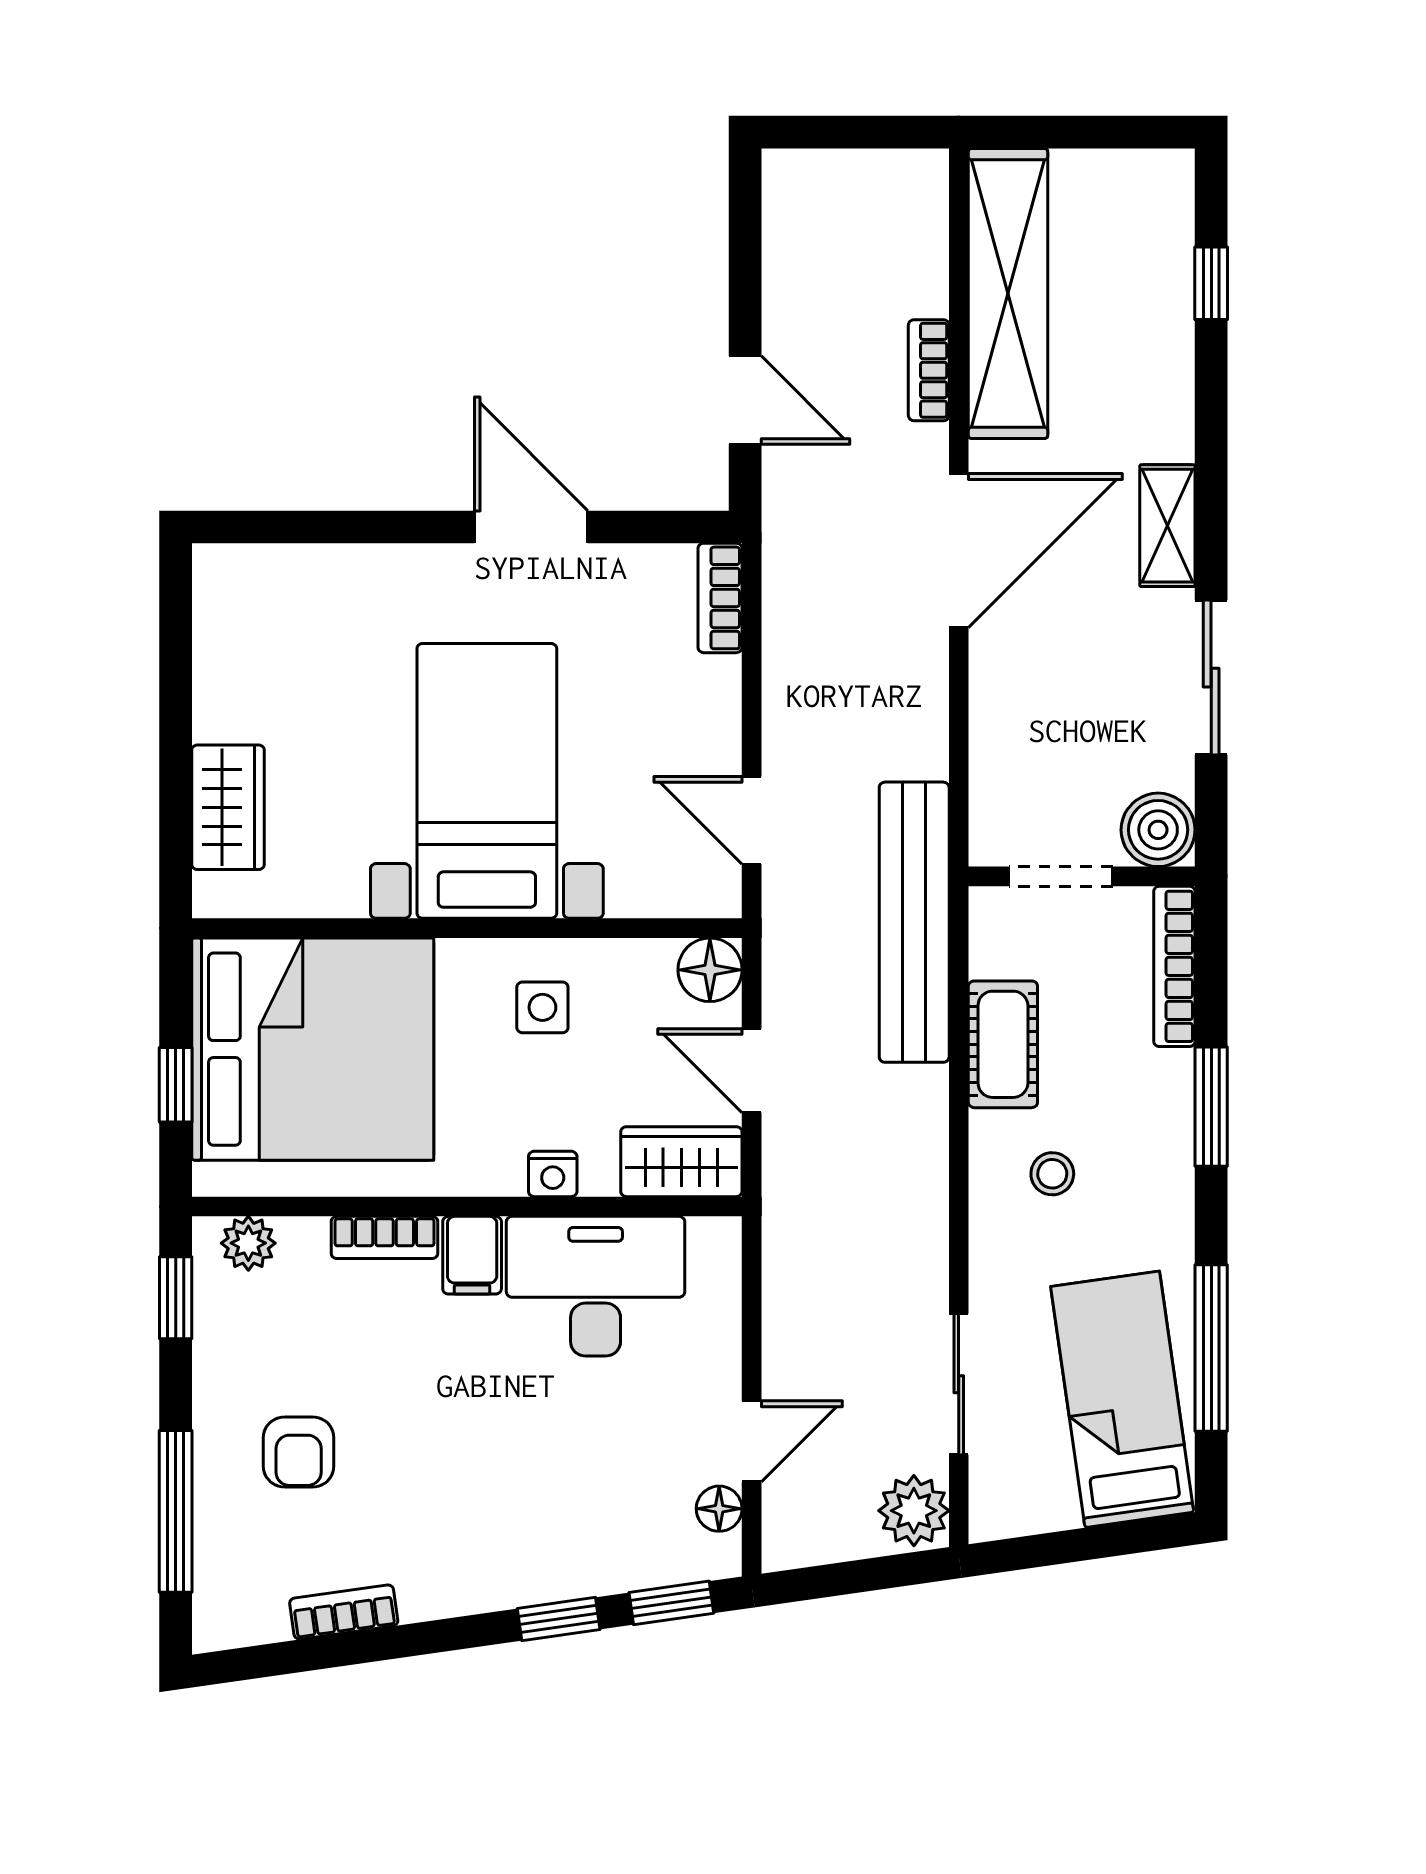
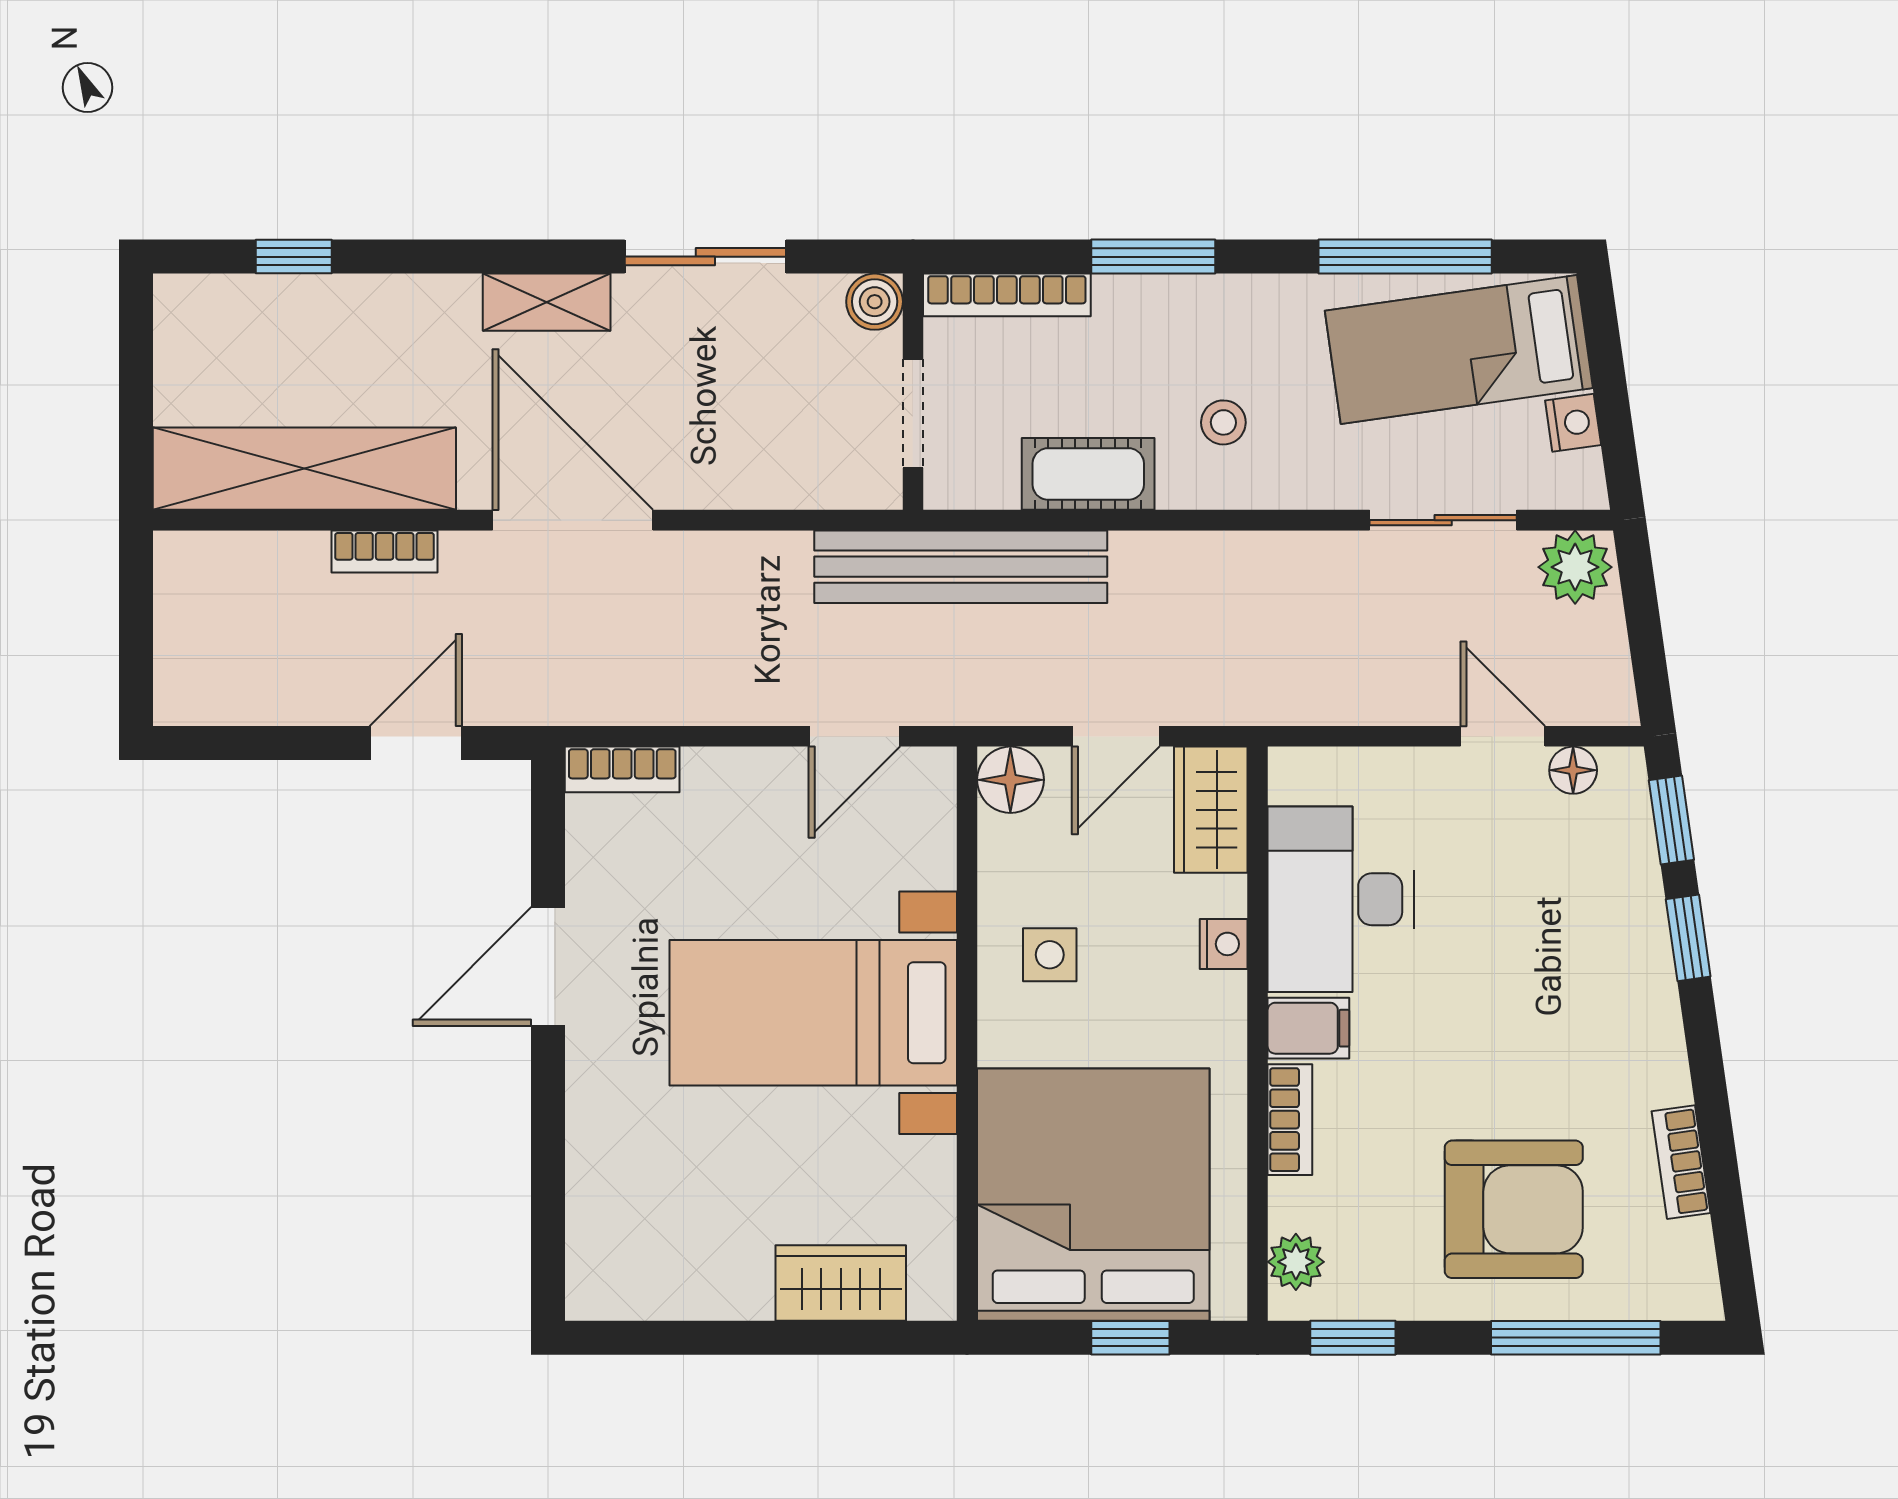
boiler: (1158, 830) -> (875, 302), width x0.73, depth x0.73
armchair: (299, 1452) -> (1514, 1209), width x1.88, depth x1.88
nightstand: (1052, 1509) -> (1573, 423), added

